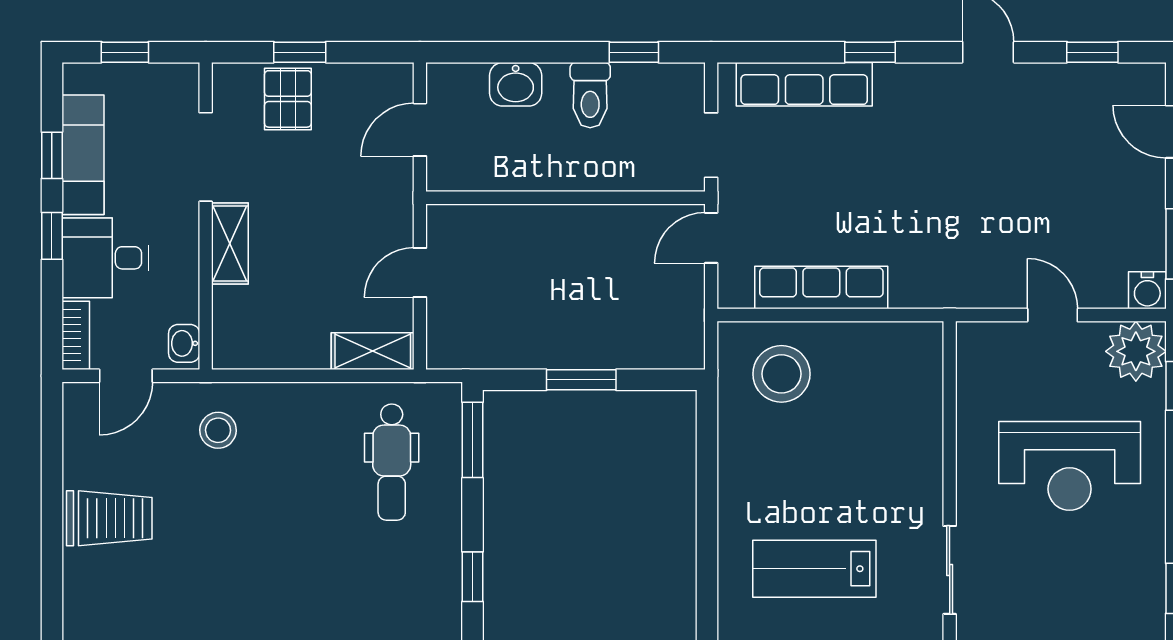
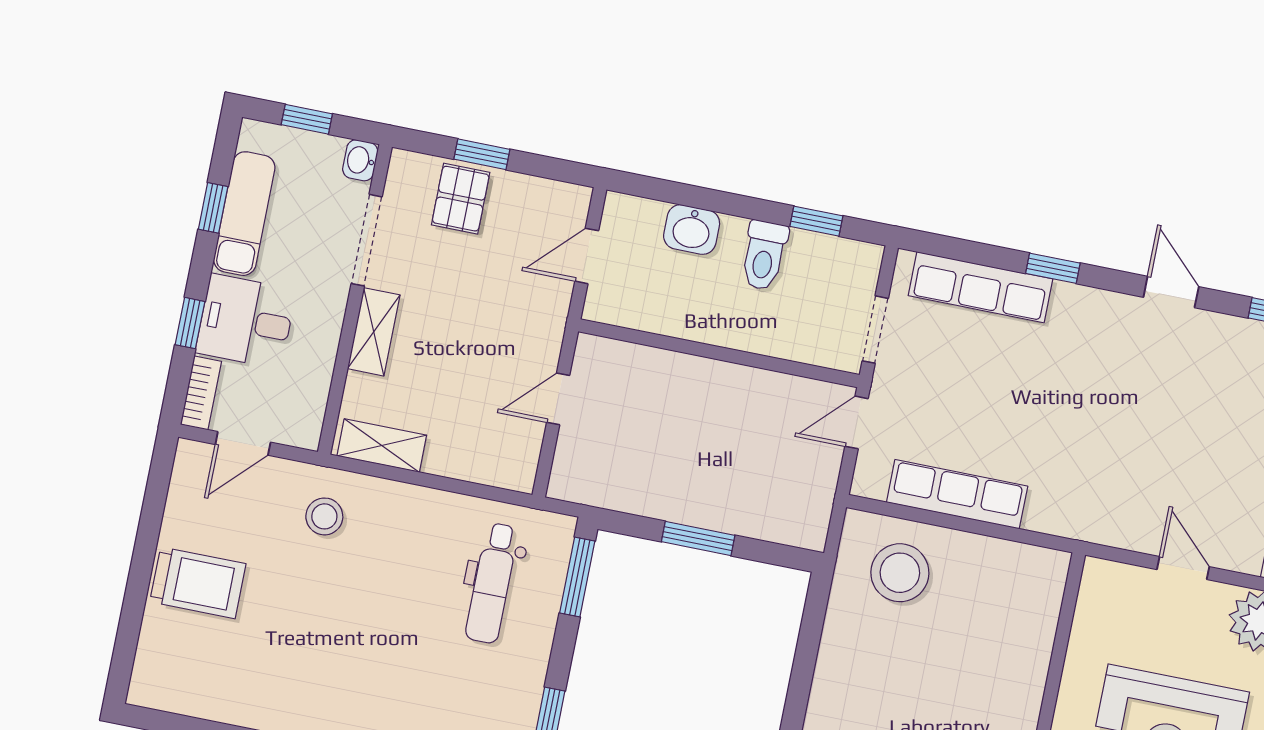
window: (52, 236) -> (190, 323), moved
washbasin: (184, 343) -> (360, 160), moved
shelving: (373, 351) -> (382, 445), moved

